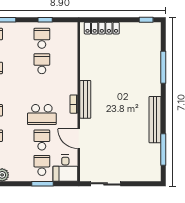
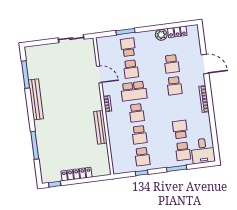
locker: (102, 28) -> (76, 174), moved
school desk: (42, 89) -> (137, 113), added
bench: (85, 99) -> (100, 127), moved
school desk: (42, 115) -> (134, 91), turned 180
school desk: (42, 165) -> (128, 47), turned 180
desk: (65, 168) -> (108, 48), removed

